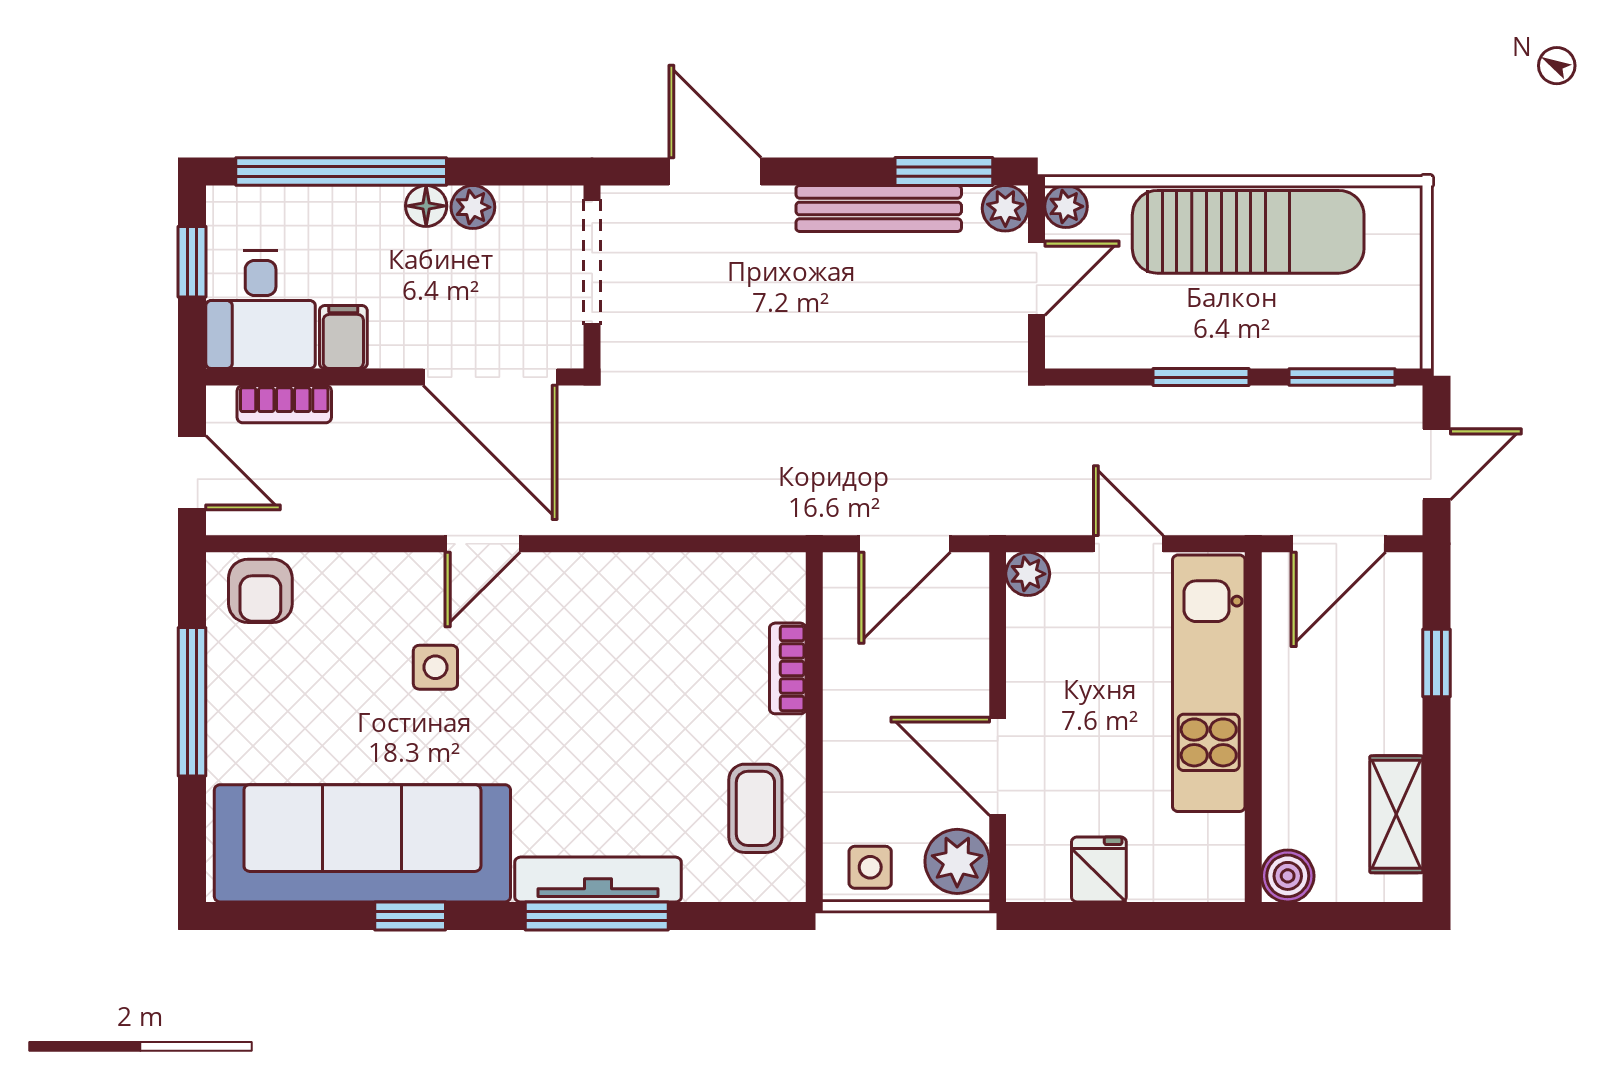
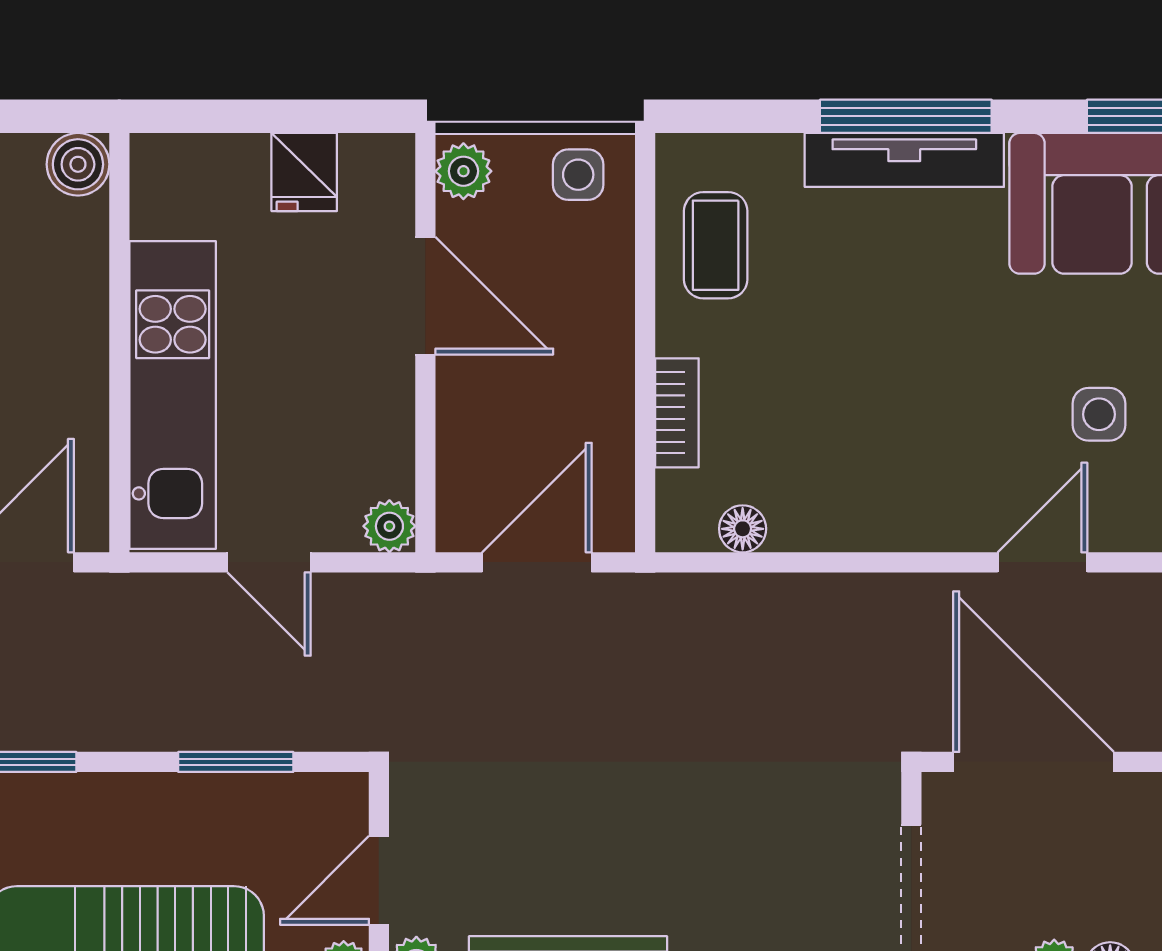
window: (1201, 377) -> (236, 762), moved
floor lamp: (733, 572) -> (743, 529), added
plant: (957, 861) -> (463, 171), width x0.73, depth x0.73

